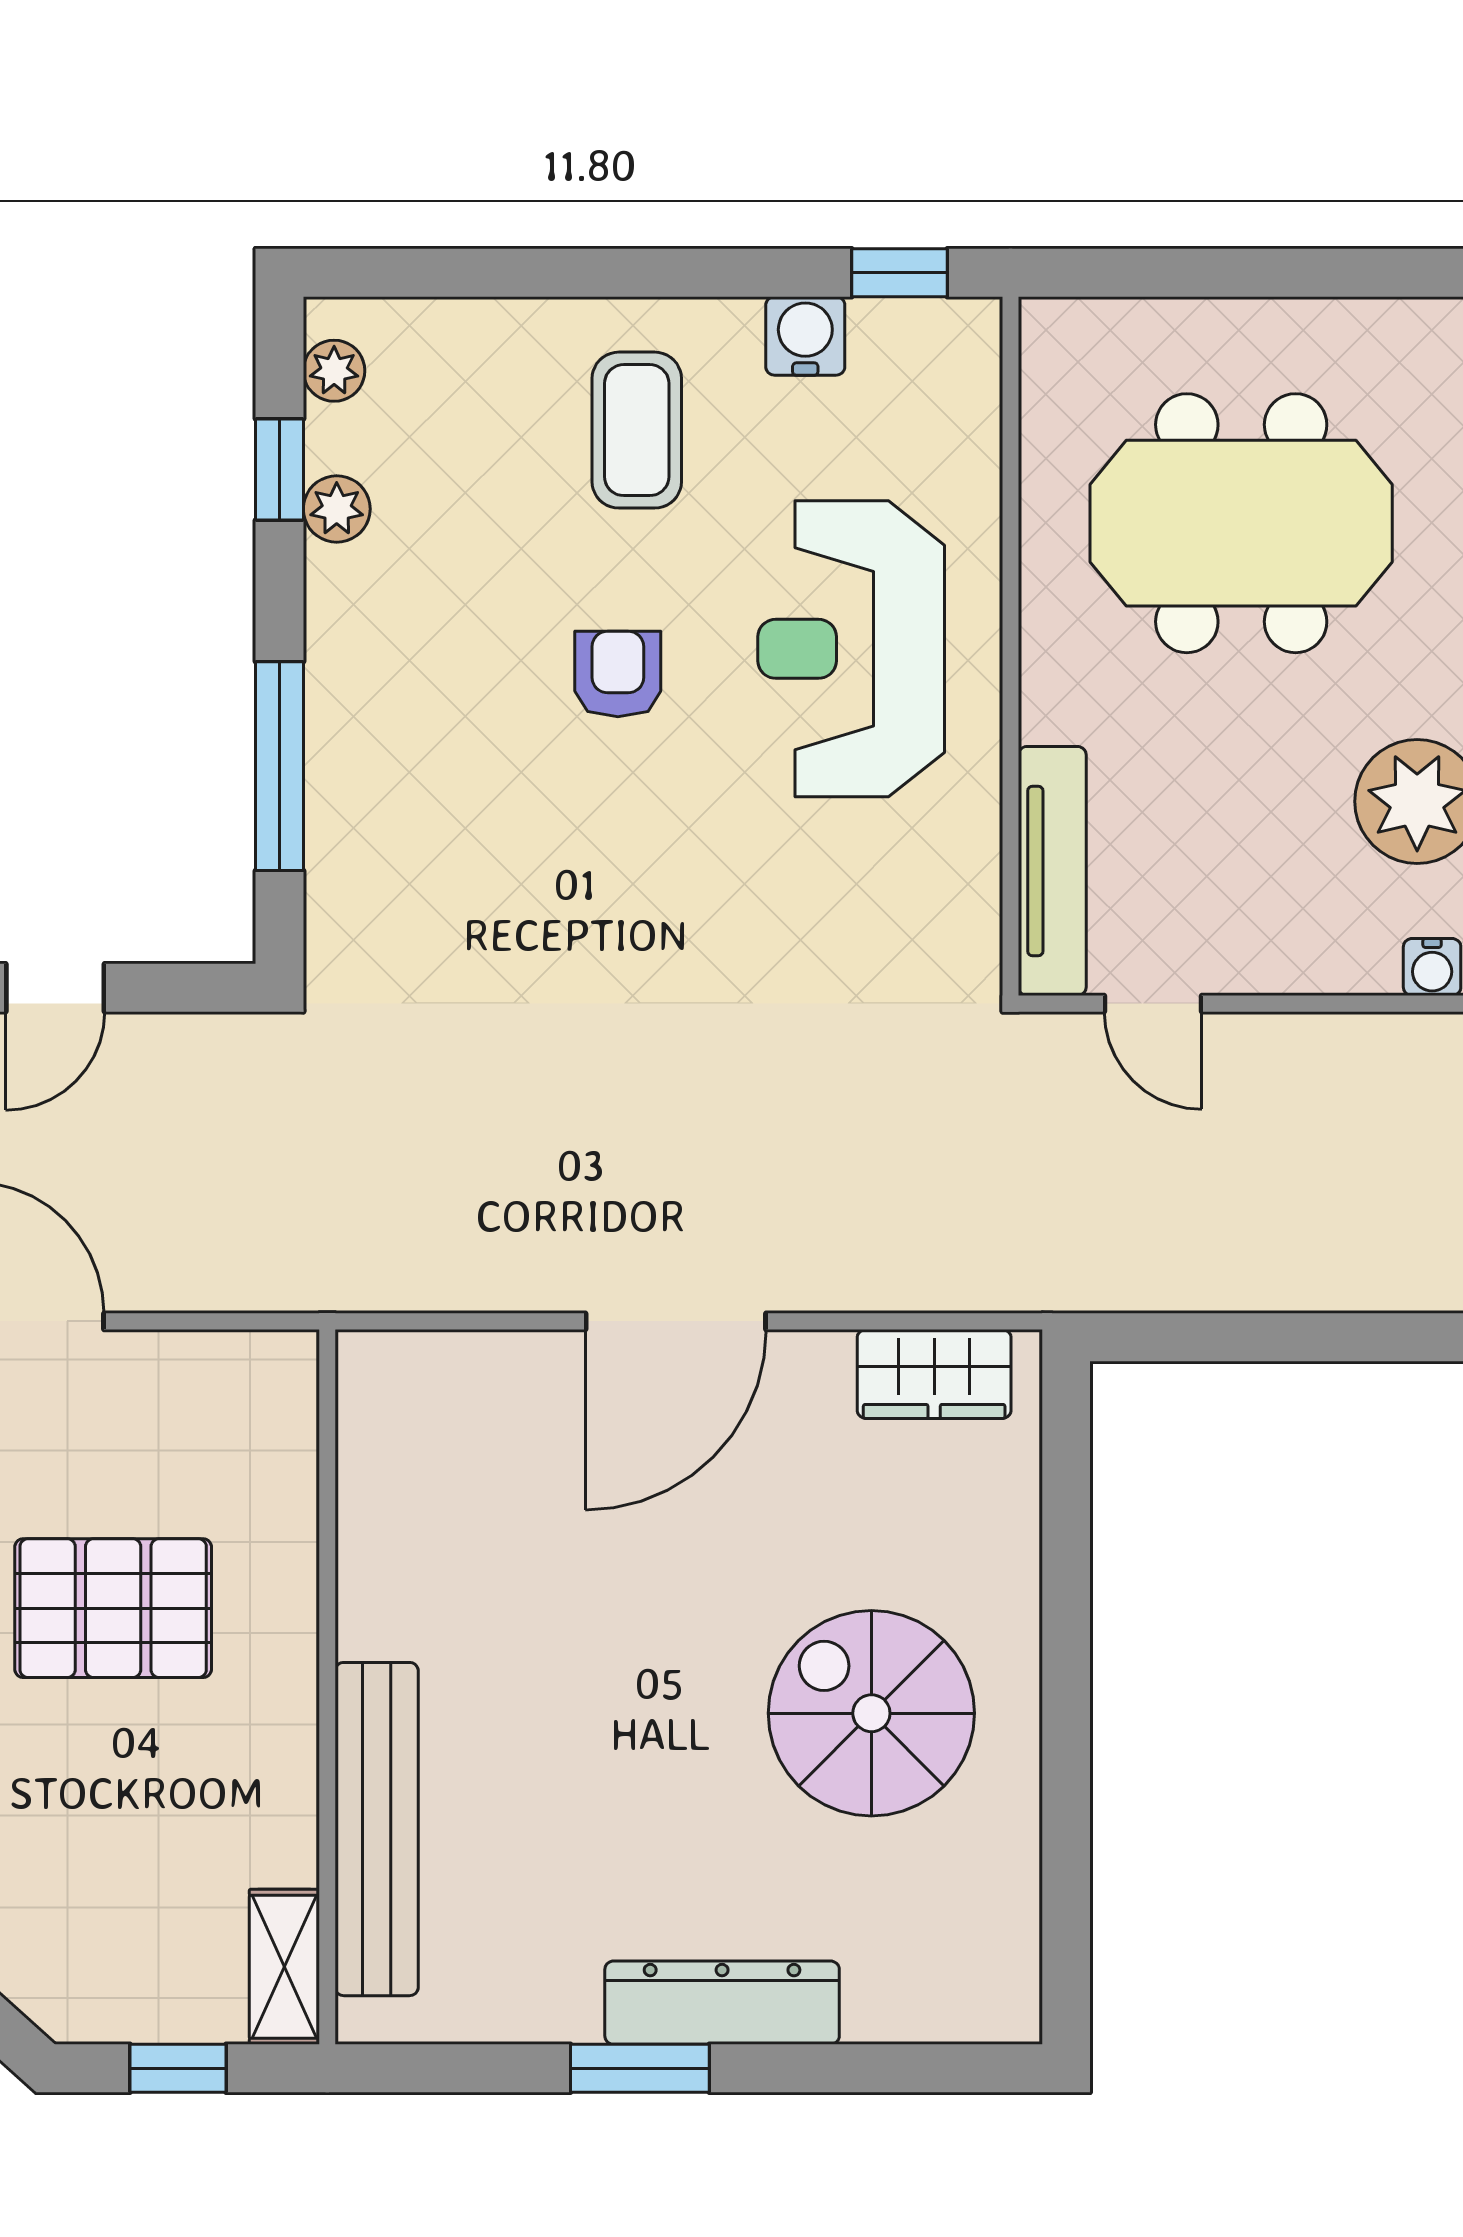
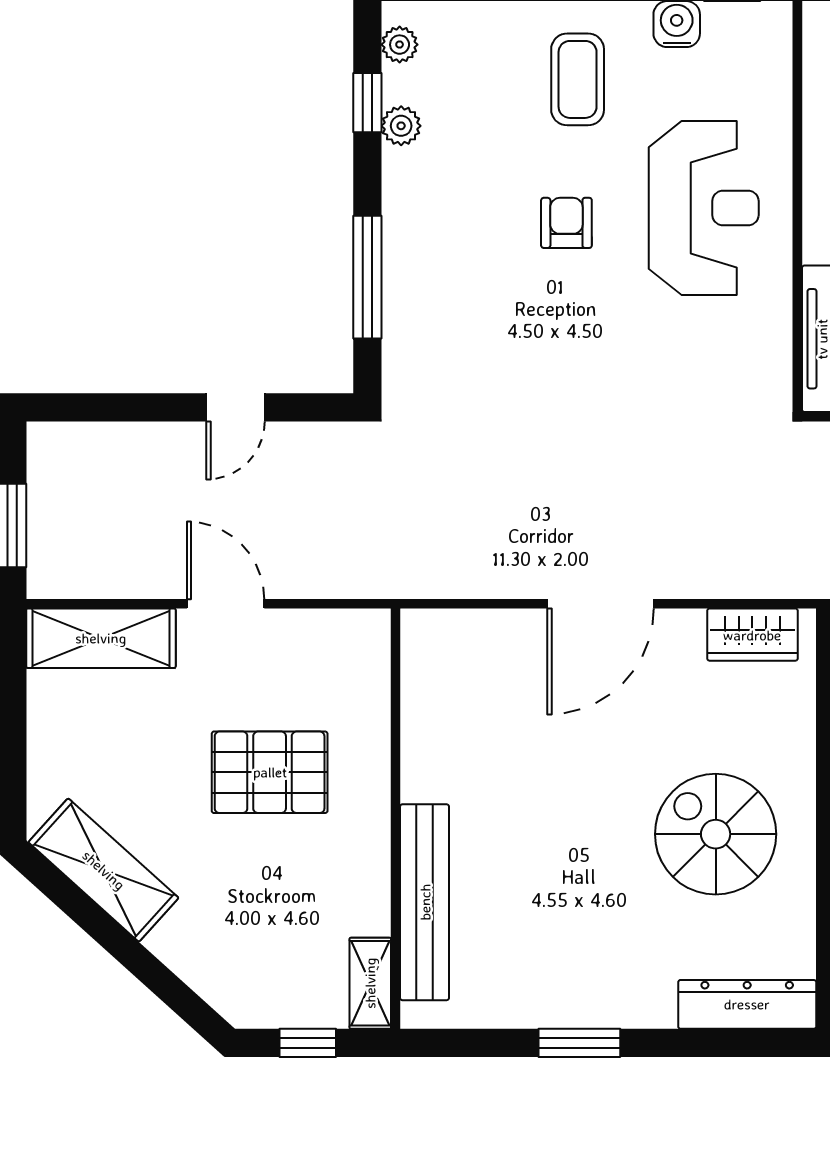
reception desk: (851, 649) -> (704, 208), turned 180
dresser: (722, 2003) -> (747, 1004), moved

